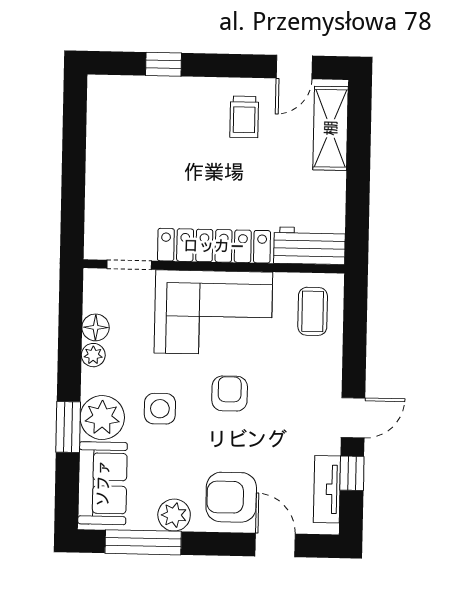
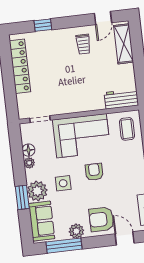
locker: (214, 246) -> (20, 66), moved, turned 90

